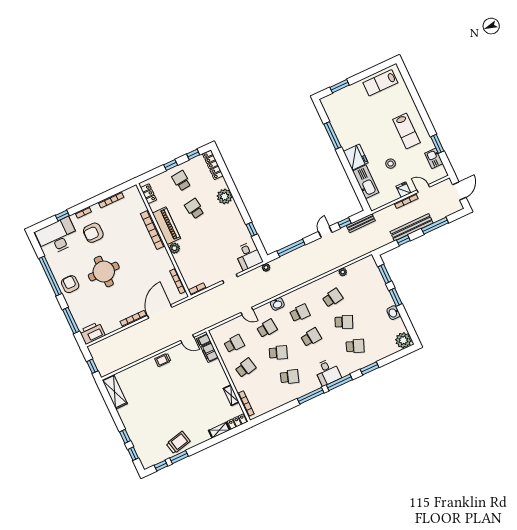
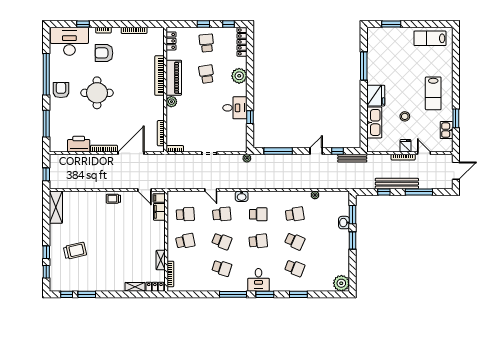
desk: (248, 256) -> (235, 108), moved, turned -90
washbasin: (393, 313) -> (344, 223), moved
printer: (92, 333) -> (79, 144), moved
window: (339, 382) -> (265, 294), width x0.69
trolley: (178, 442) -> (75, 251), moved

